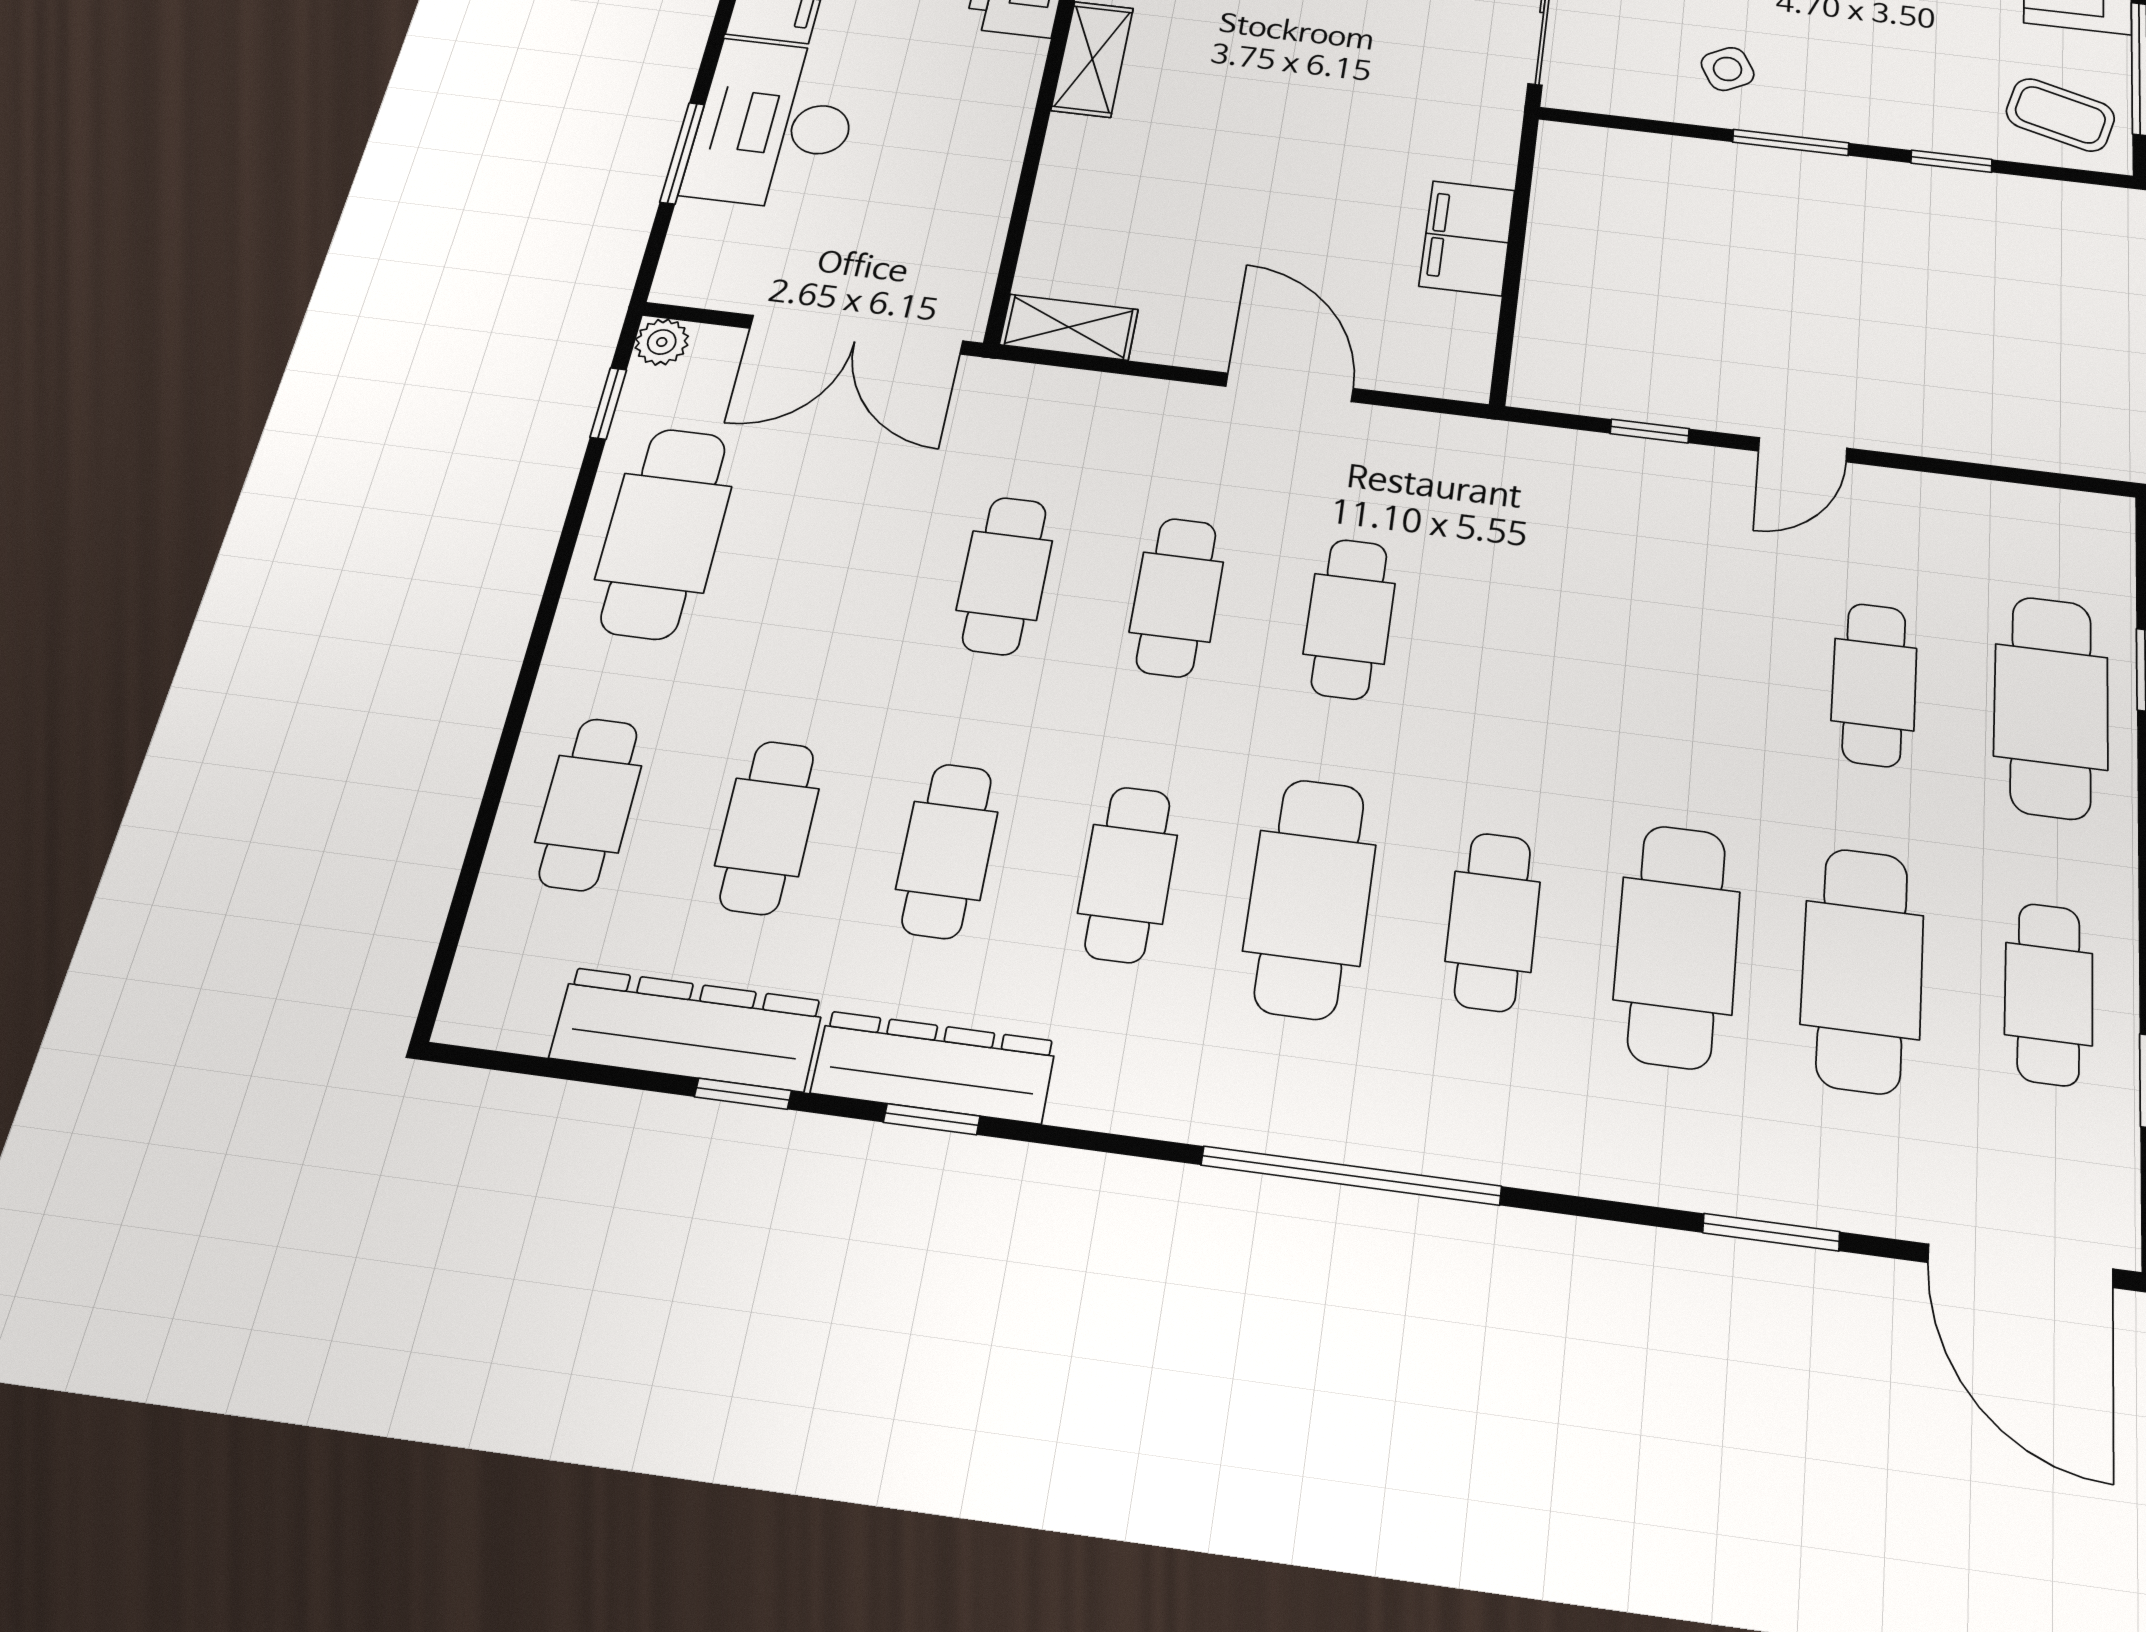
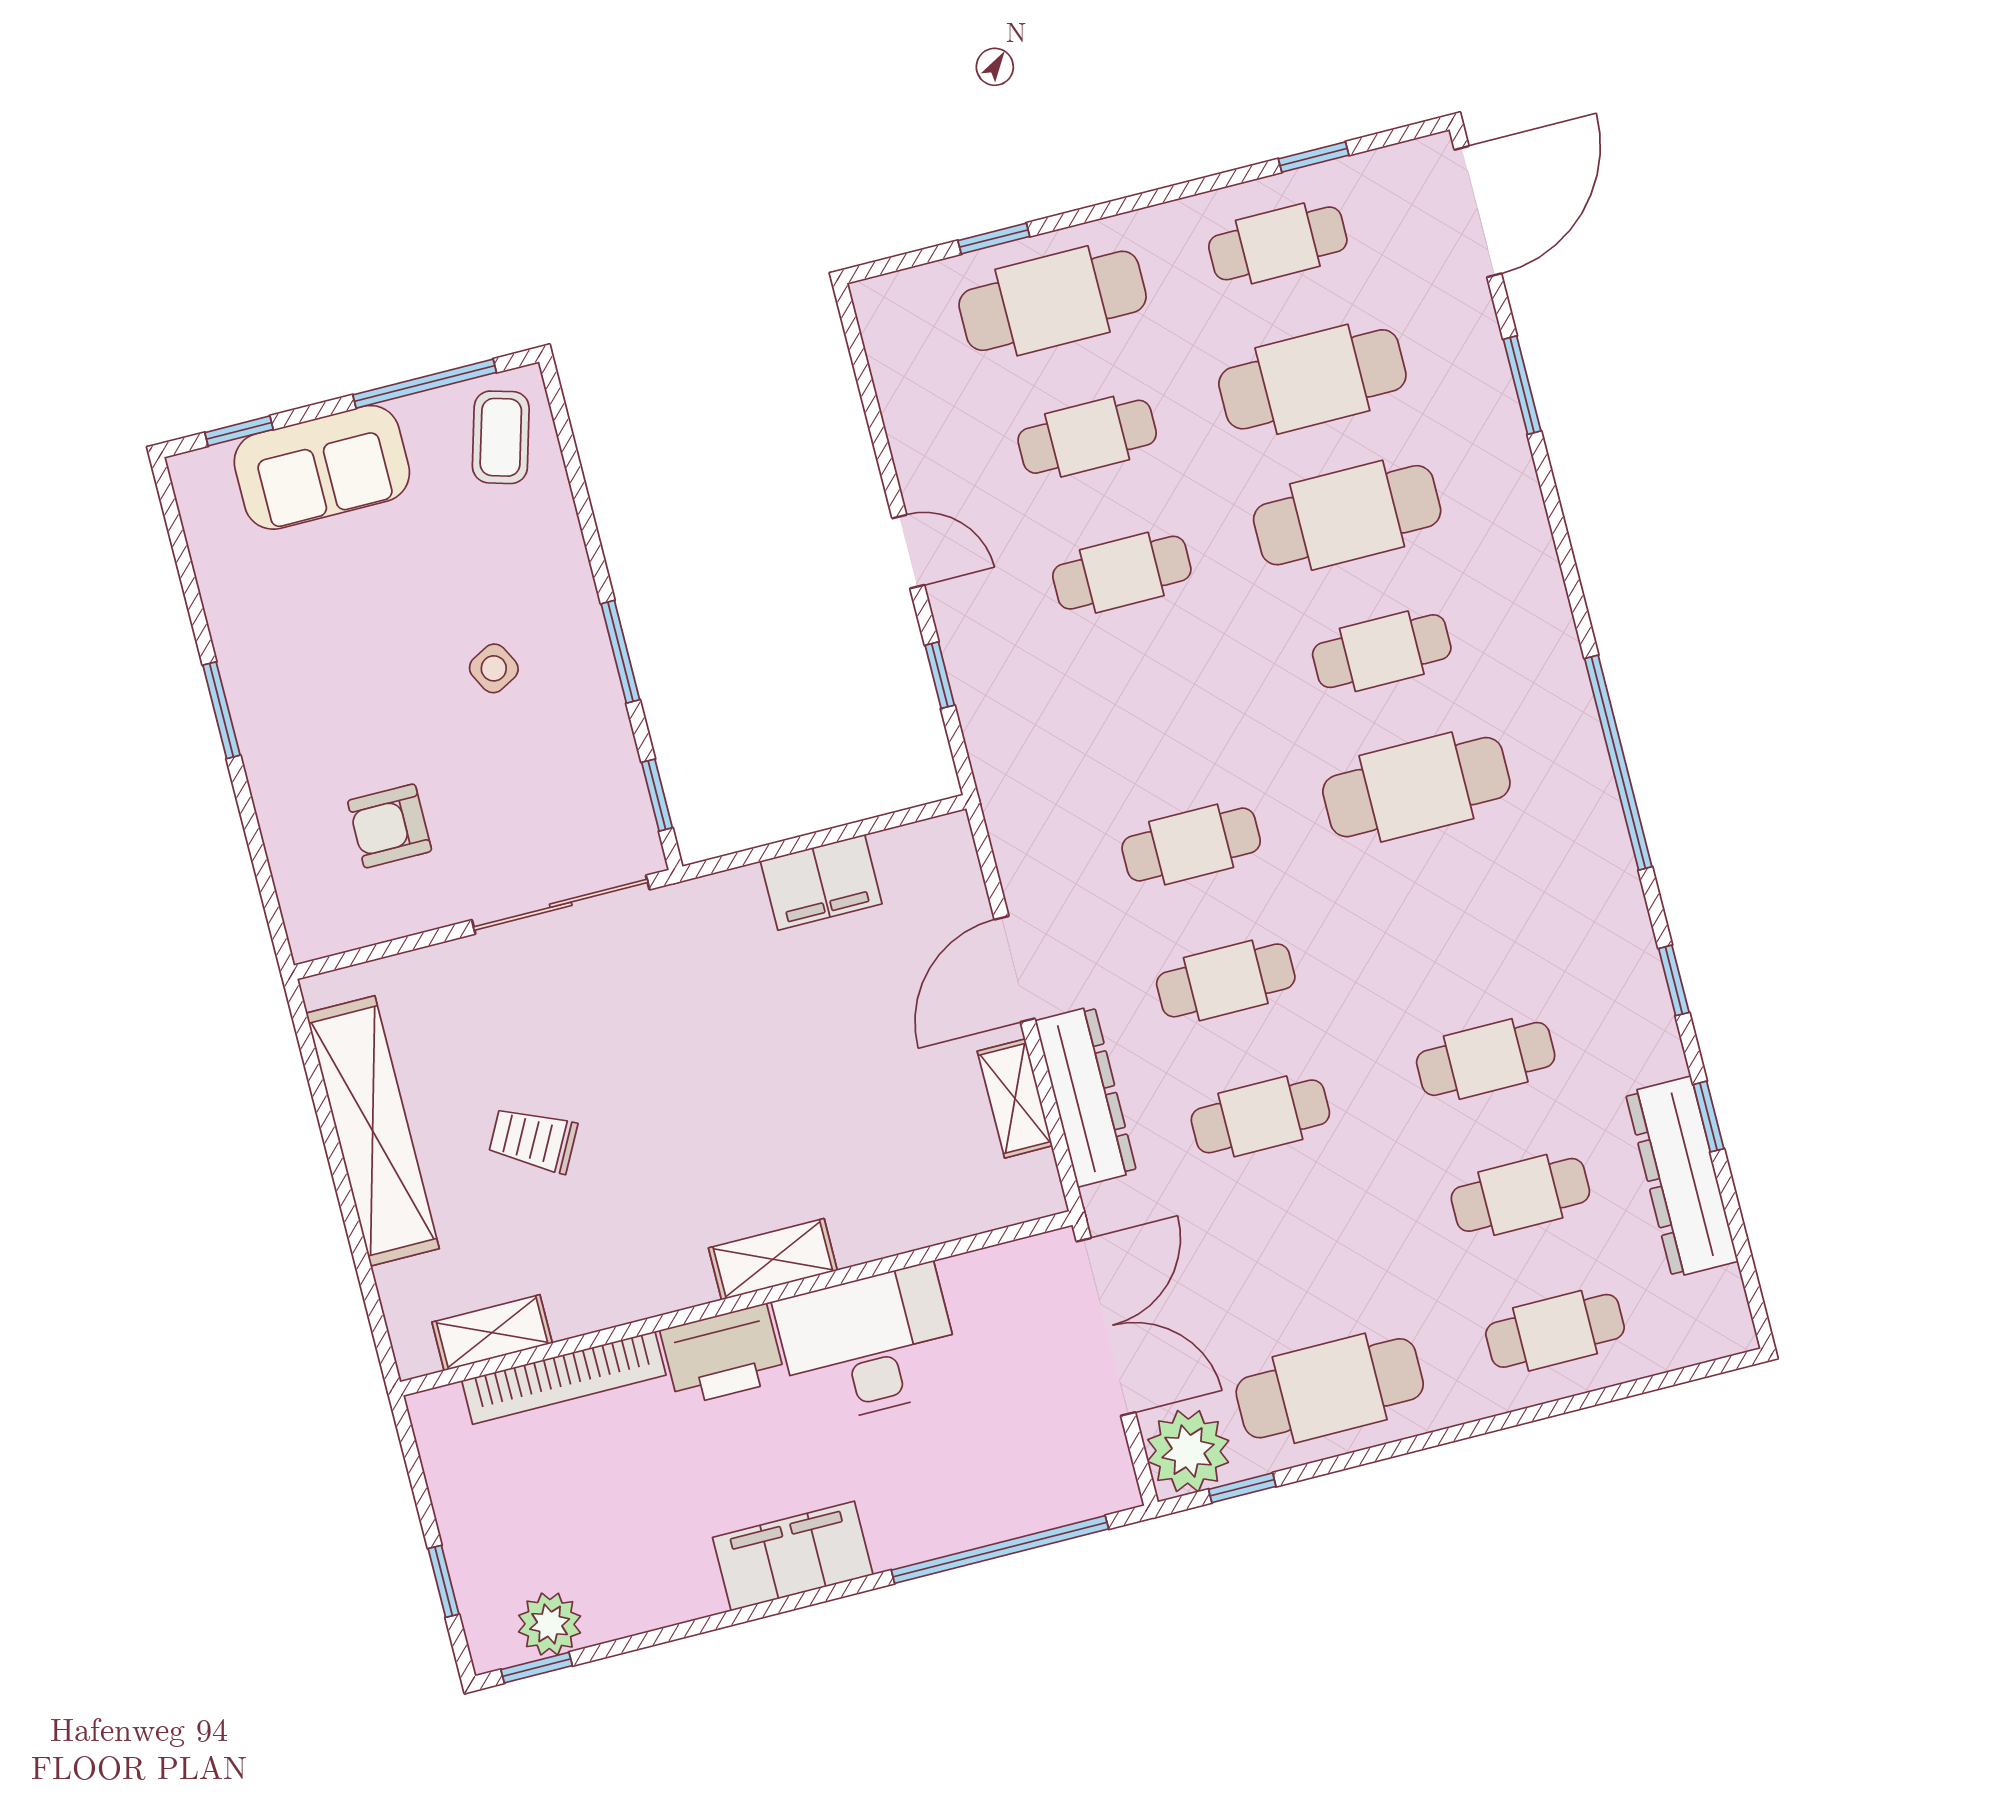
side table: (1728, 69) -> (494, 668), moved
desk: (775, 124) -> (868, 1345), moved, turned 180
window: (682, 153) -> (1000, 1550), width x2.11
window: (1951, 161) -> (657, 795), moved
shelving: (1069, 327) -> (1015, 1098), moved
plant: (662, 342) -> (1188, 1451), width x1.88, depth x1.88
cafe table: (1128, 874) -> (1122, 573), moved
dresser: (934, 1067) -> (1086, 1096), moved, turned 180
window: (1351, 1176) -> (1618, 763), moved

